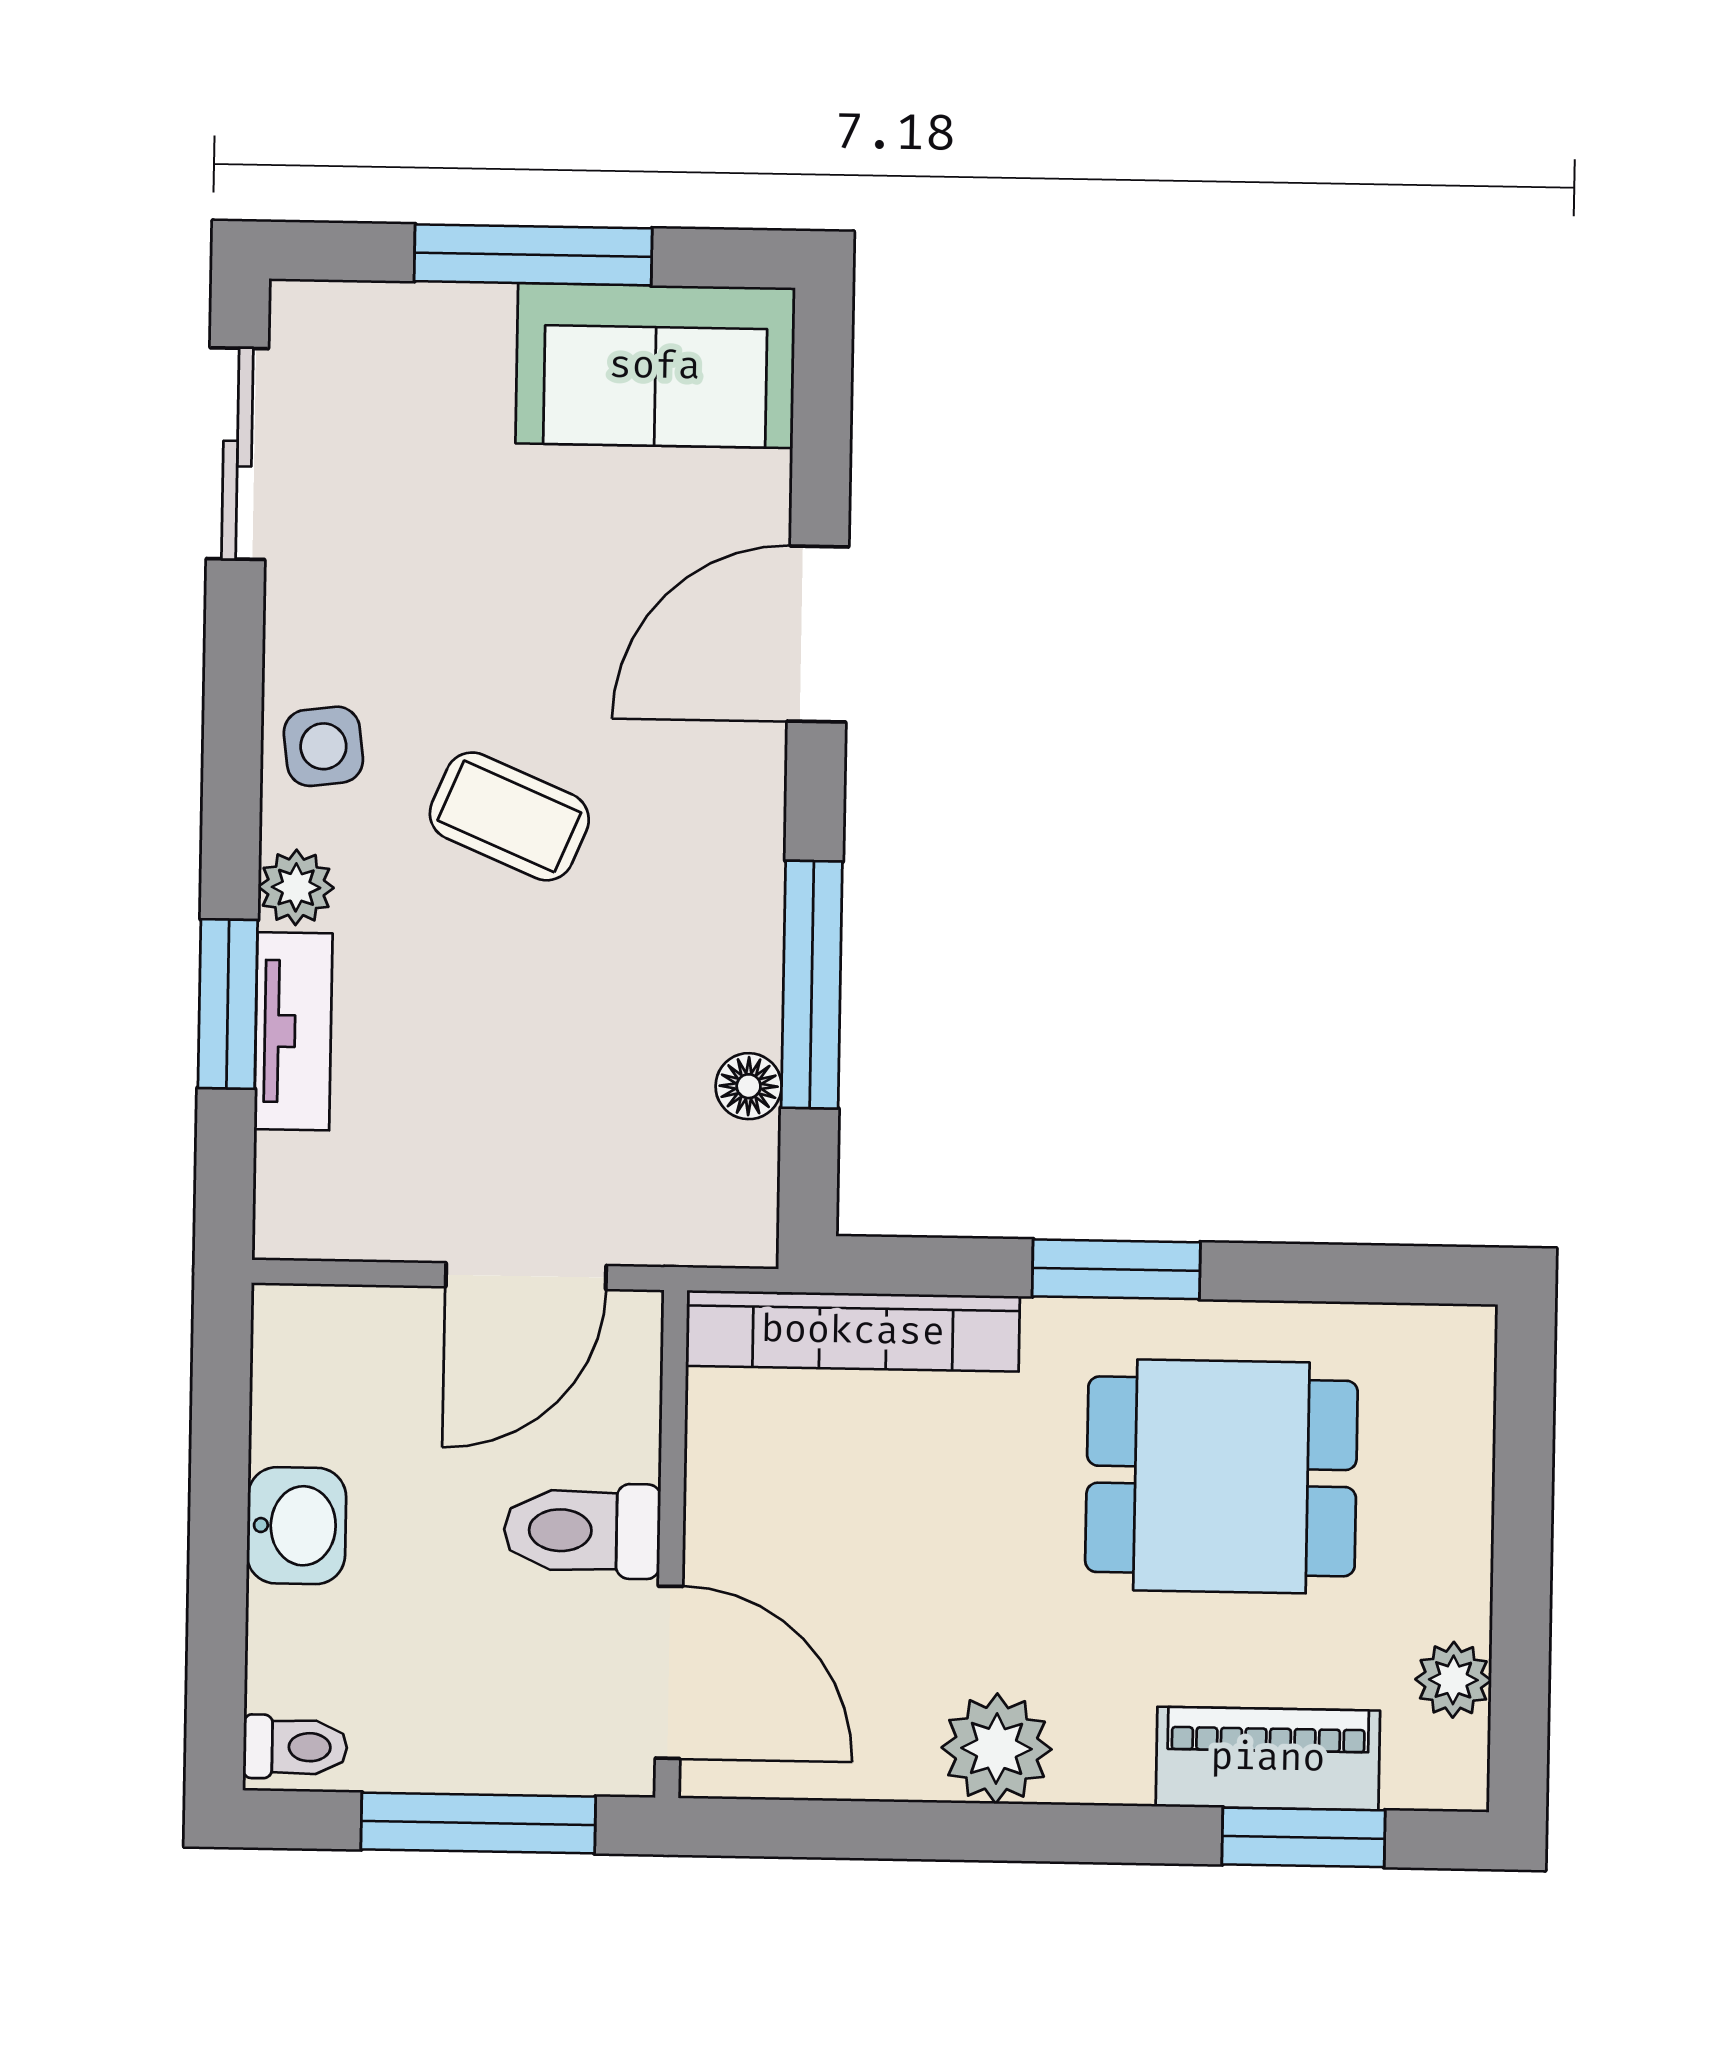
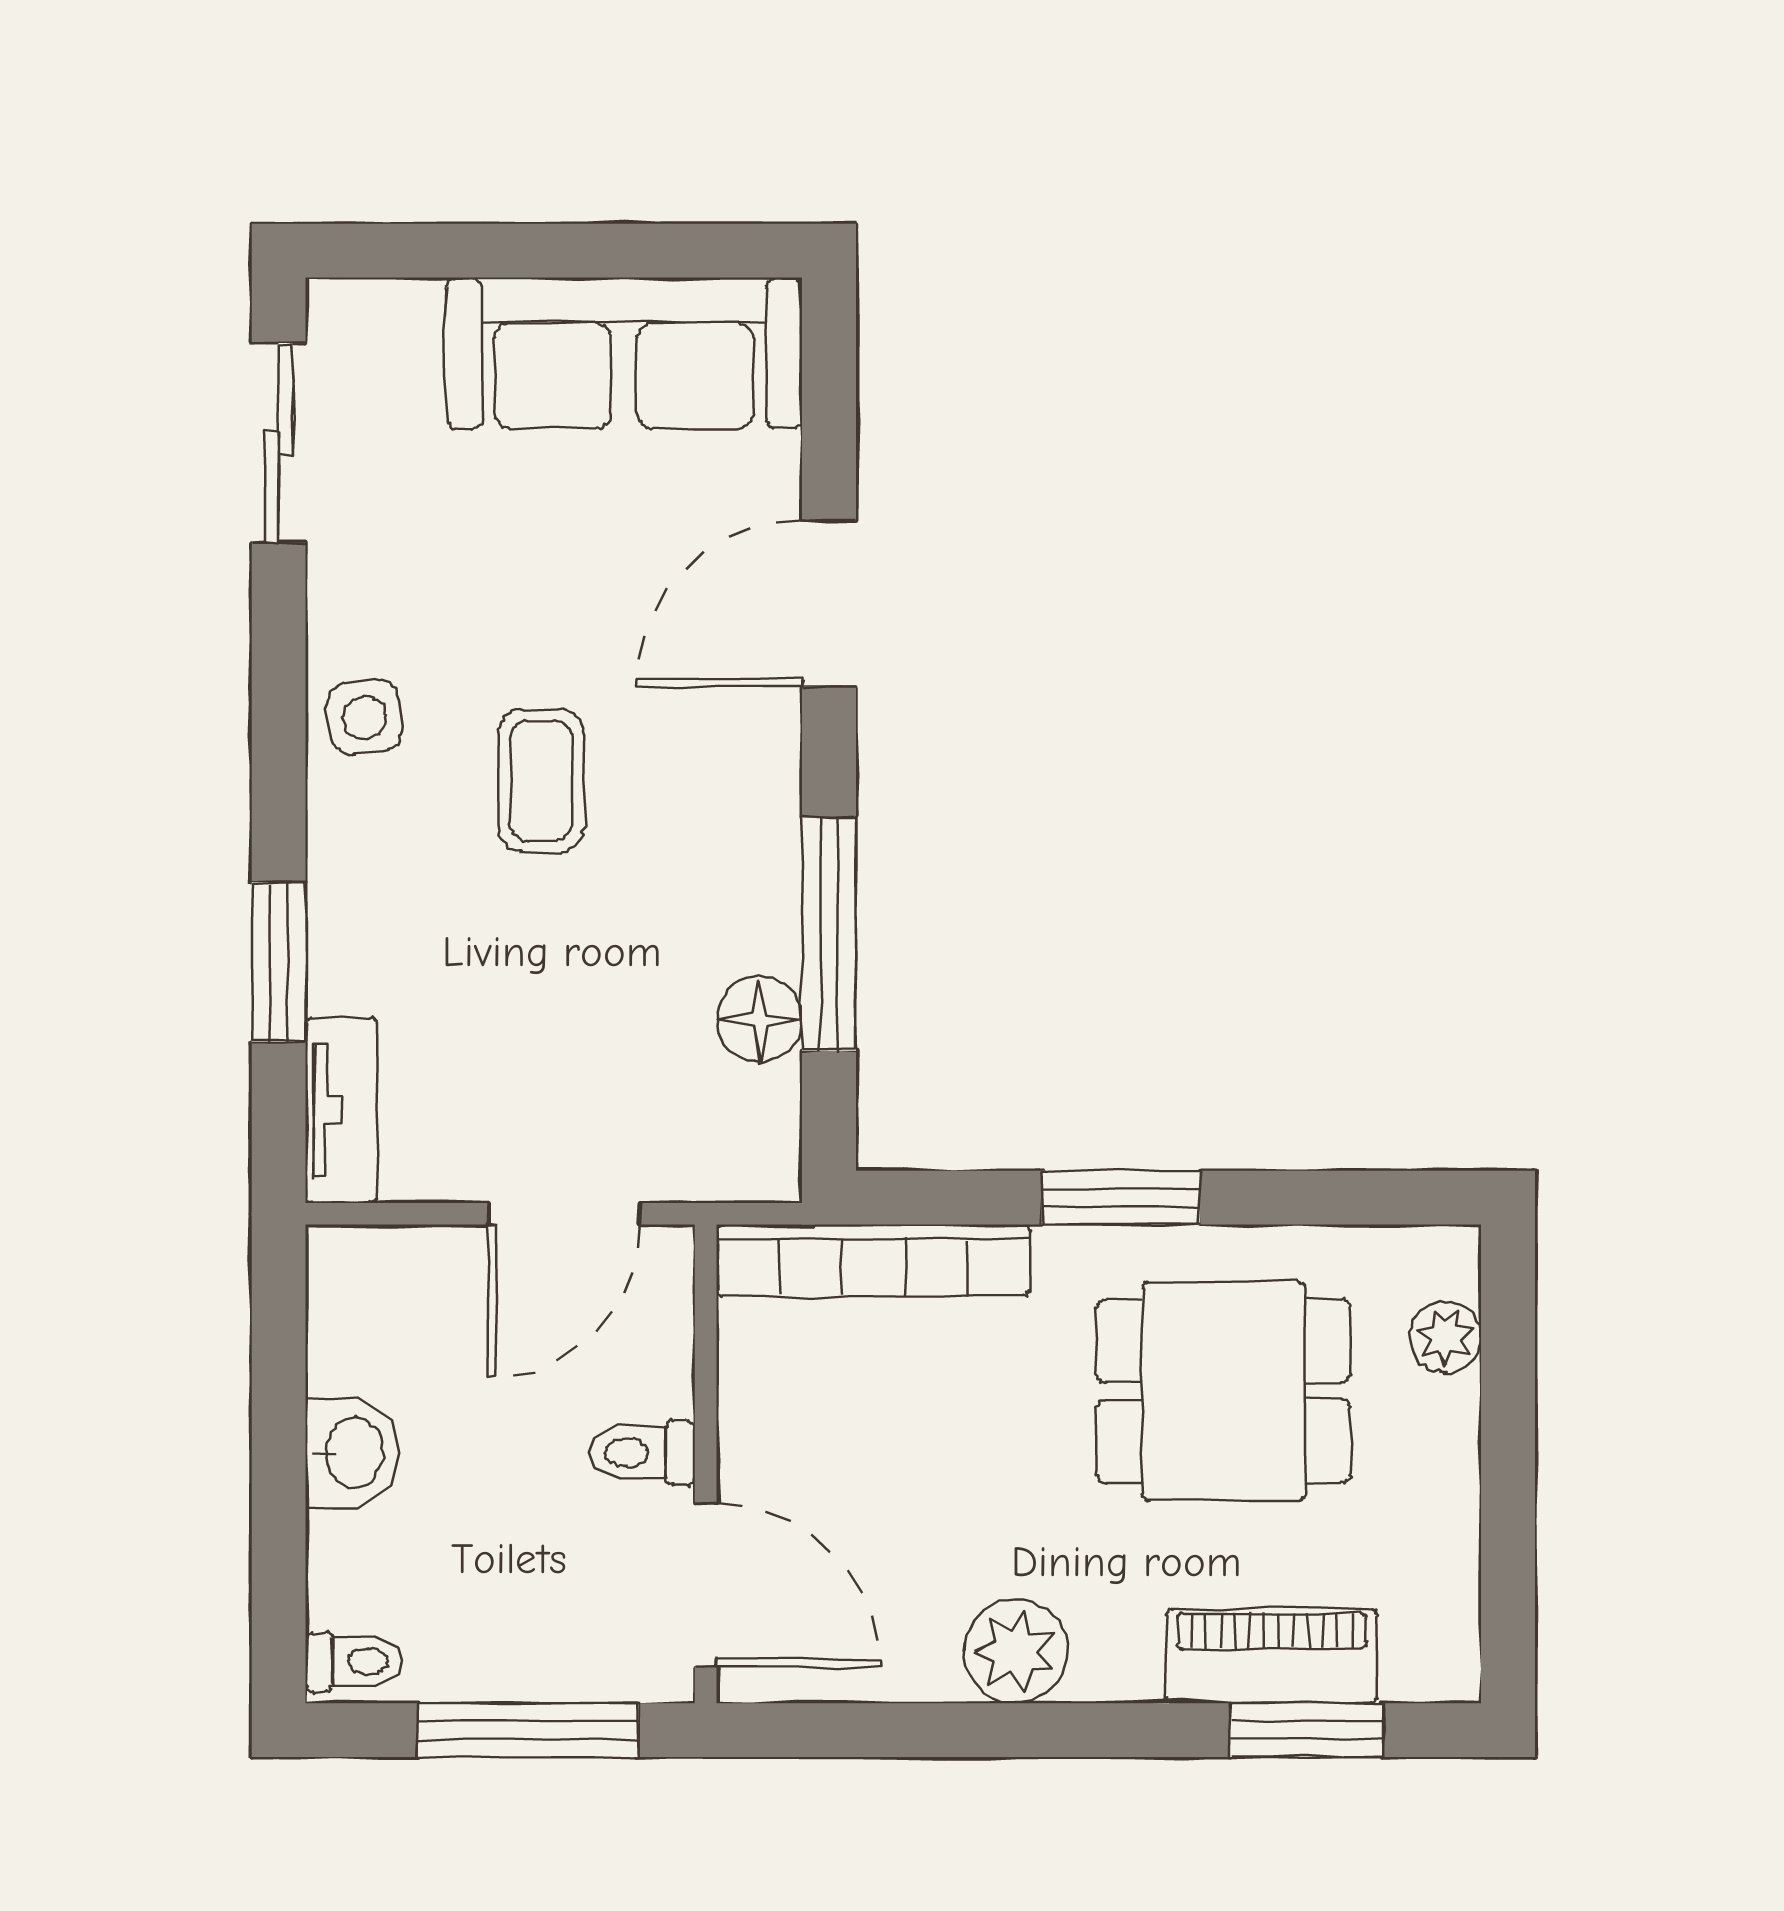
window: (533, 255) -> (554, 251), removed
sofa: (655, 366) -> (624, 353), width x1.36
coffee table: (509, 816) -> (541, 781), turned 67
plant: (296, 887) -> (341, 851), removed
tv unit: (293, 1031) -> (341, 1110), moved
floor lamp: (749, 1086) -> (759, 1019), width x1.37, depth x1.37
toilet: (582, 1531) -> (642, 1453), width x0.73, depth x0.72
plant: (1453, 1680) -> (1445, 1337), moved

